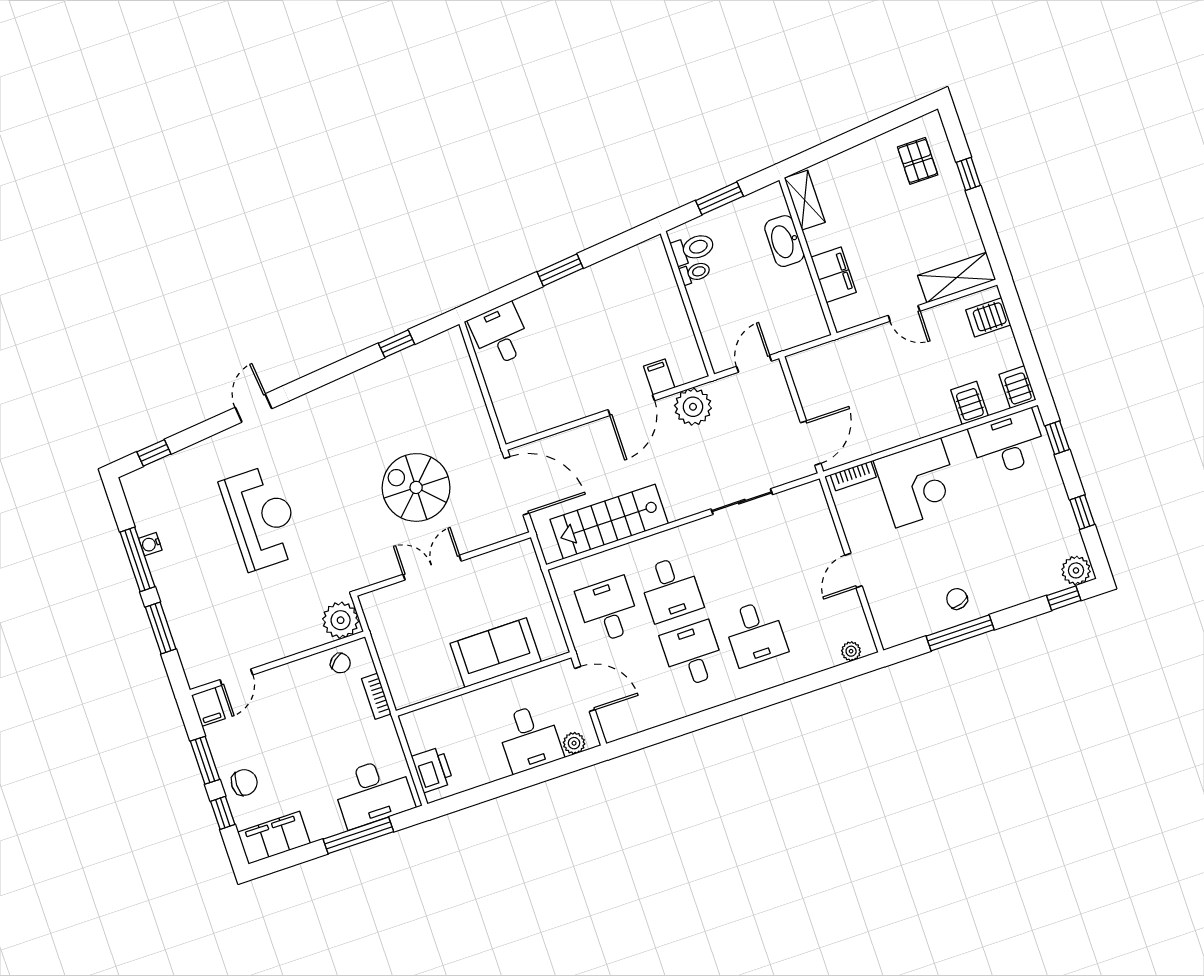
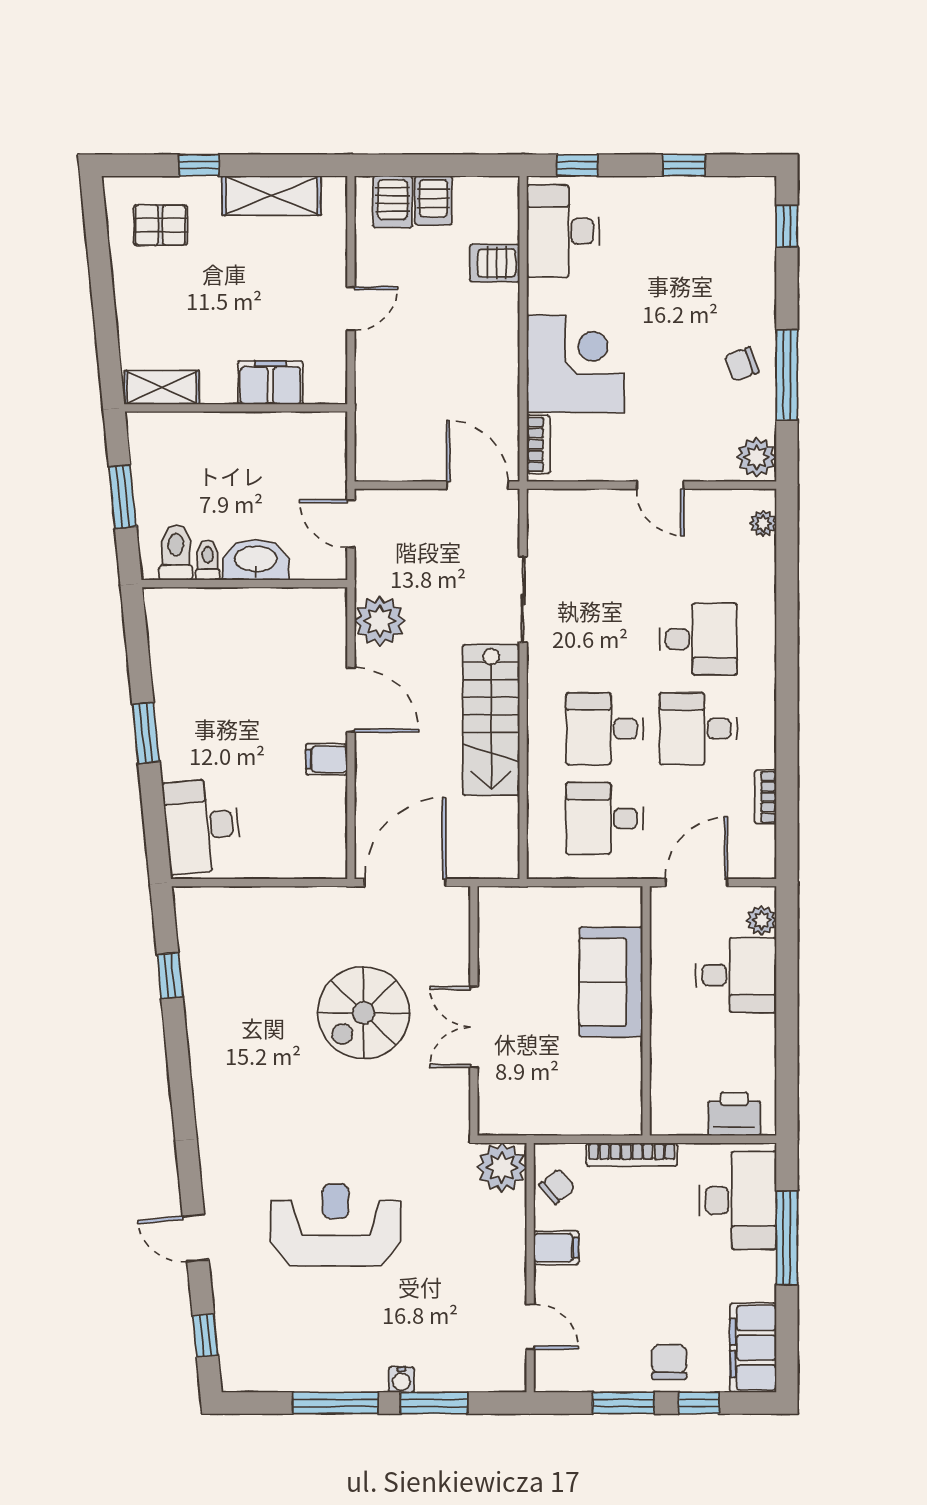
washbasin: (784, 241) -> (256, 560), moved, turned 180
shelving: (957, 278) -> (272, 196), moved, turned 90
desk: (500, 335) -> (202, 826), width x1.37
filing cabinet: (659, 377) -> (327, 759), moved
server rack: (1018, 387) -> (433, 200), moved, turned -90
door: (254, 408) -> (196, 1238), moved
stairs: (609, 522) -> (491, 720), moved
water cooler: (150, 544) -> (401, 1380), moved
plant: (1076, 570) -> (757, 457), moved
desk: (671, 589) -> (605, 729), turned 180
bookcase: (376, 696) -> (632, 1154), width x1.56
filing cabinet: (208, 707) -> (556, 1248), moved
bookcase: (661, 717) -> (765, 797), added

